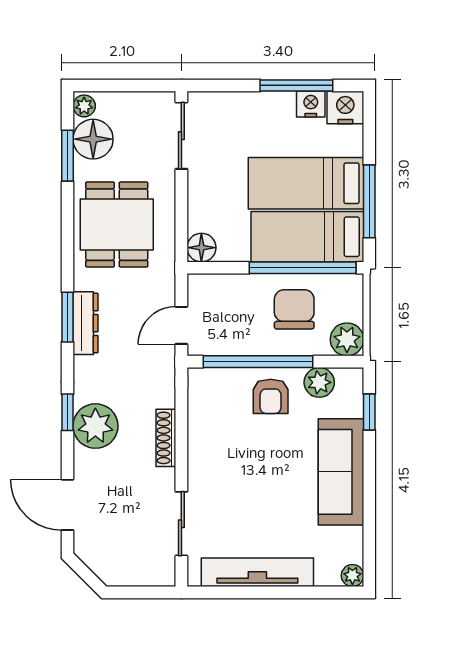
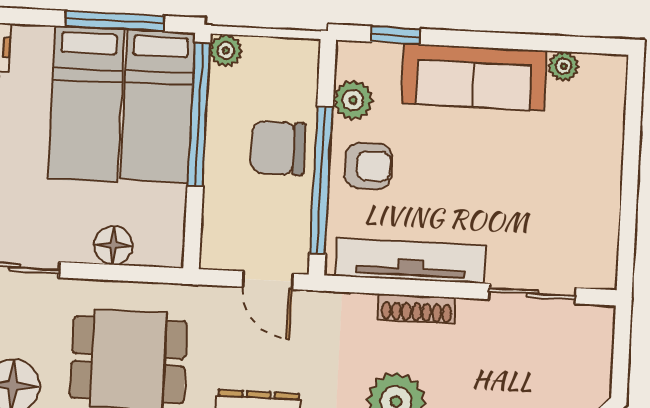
floor lamp: (201, 248) -> (113, 245), moved
chair: (294, 309) -> (278, 148), moved
plant: (347, 339) -> (226, 50), moved, width x0.73, depth x0.73
tv unit: (257, 572) -> (411, 261), moved, turned 90
plant: (352, 576) -> (564, 66), moved

